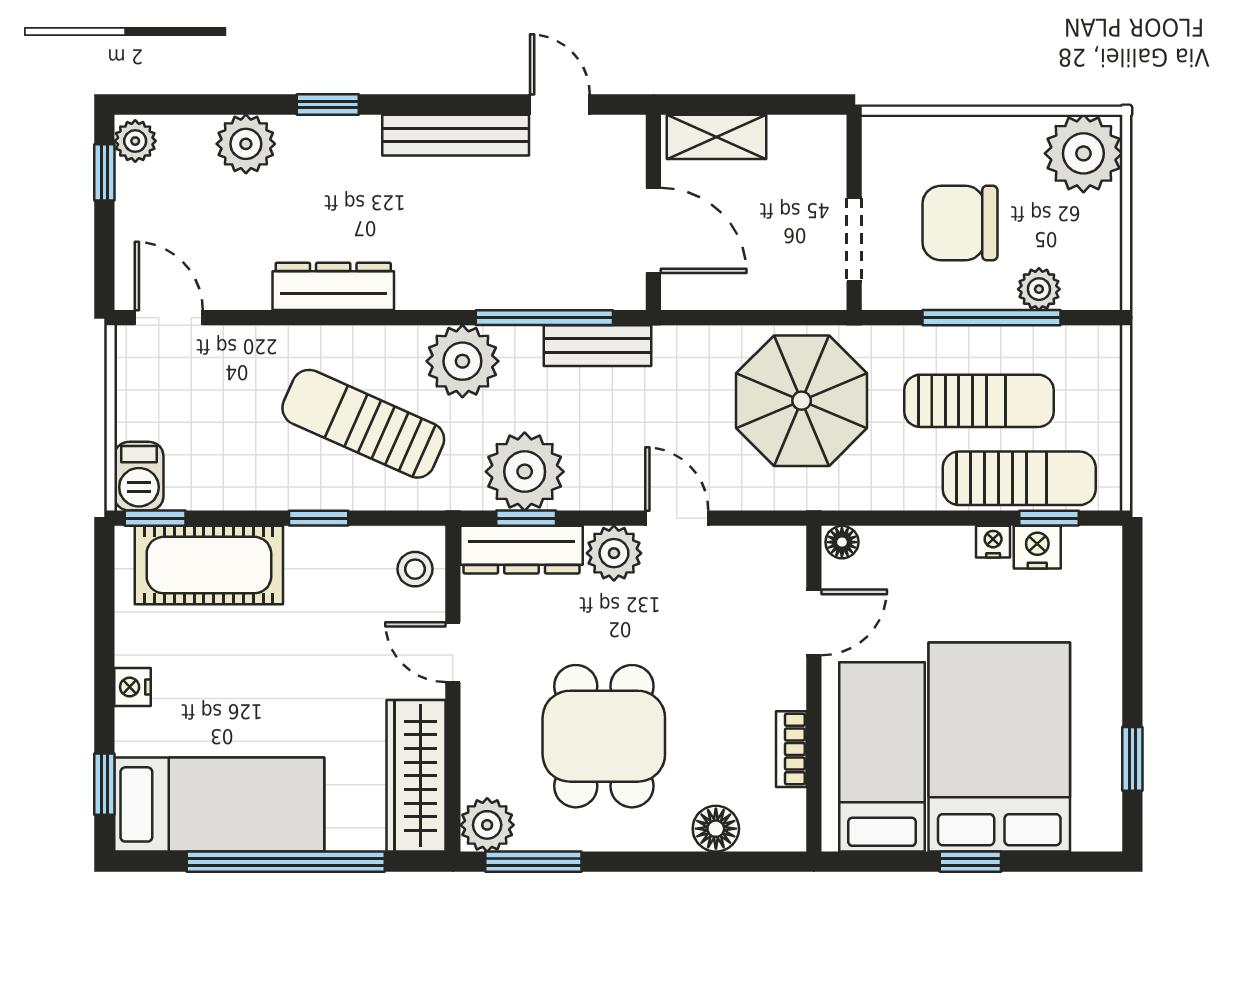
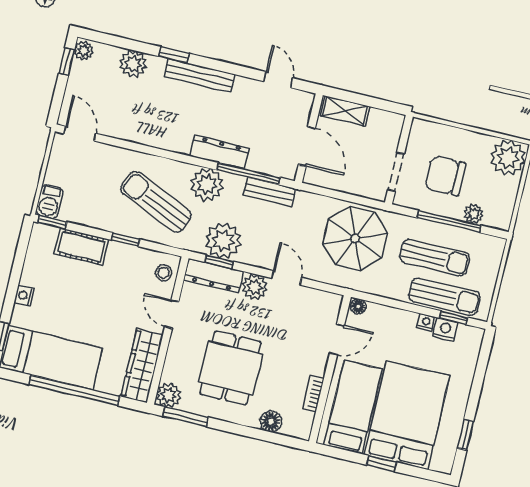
bench: (456, 135) -> (200, 75), moved
dresser: (333, 286) -> (220, 152), moved
cot: (209, 565) -> (81, 247), width x0.73, depth x0.75

